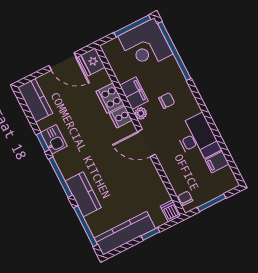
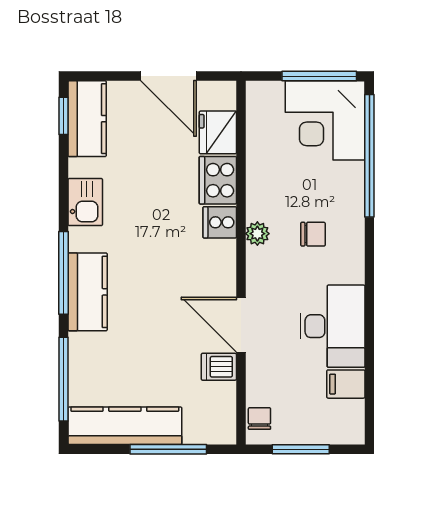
fridge: (92, 62) -> (218, 132), moved
filing cabinet: (134, 93) -> (263, 193), removed
window: (43, 142) -> (63, 116), moved
door: (146, 143) -> (241, 325), moved
kitchen counter: (83, 194) -> (88, 292), moved
dishwasher: (170, 211) -> (219, 367), moved, turned -90
window: (150, 234) -> (168, 449), width x2.17

